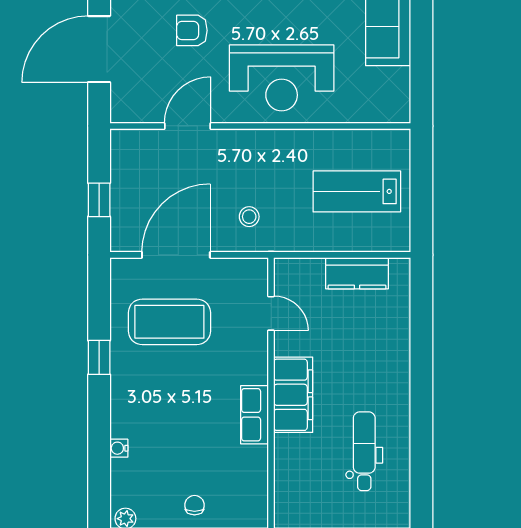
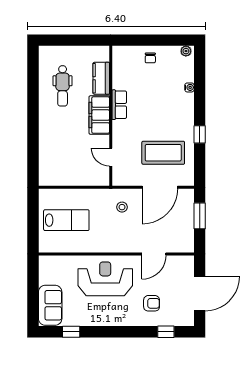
window: (99, 200) -> (200, 216), width x1.50
kitchen counter: (357, 273) -> (101, 78), moved, turned -90

